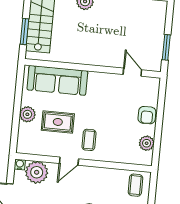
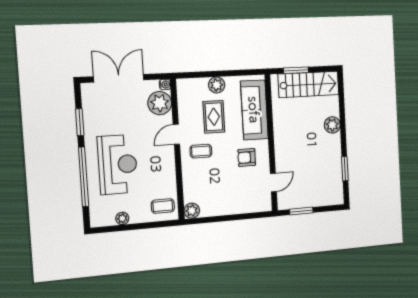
armchair: (147, 115) -> (247, 157), moved
plant: (147, 143) -> (192, 211), moved
door: (69, 161) -> (176, 134), hinge flipped

